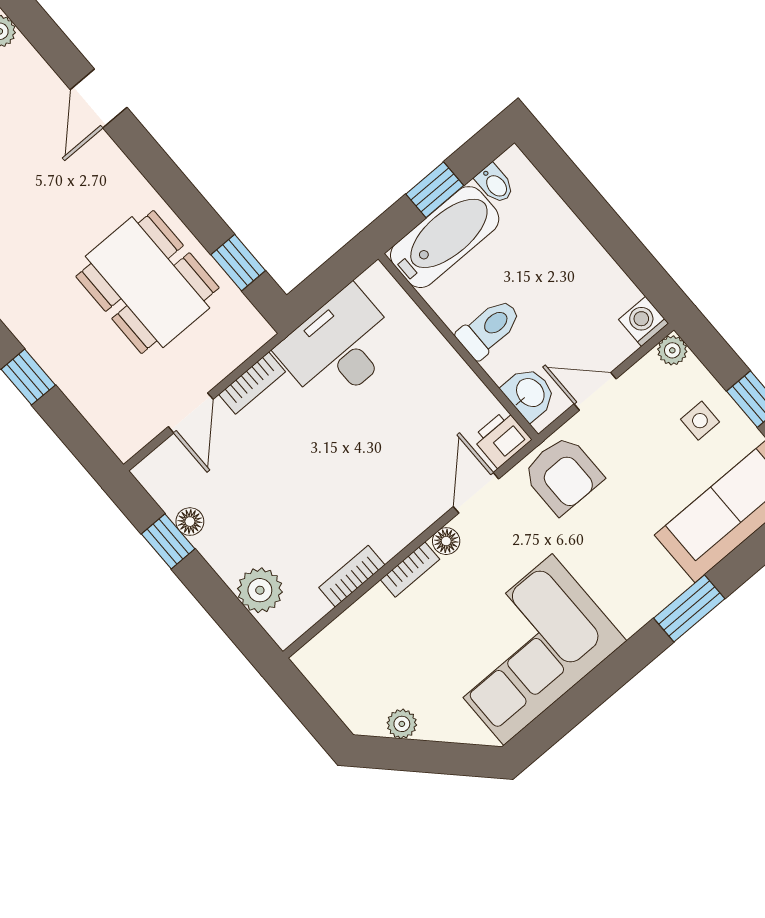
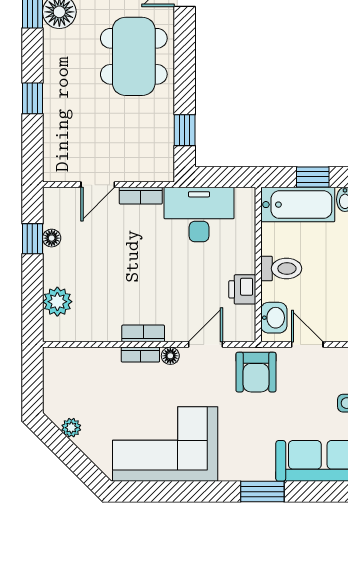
dining table: (148, 282) -> (134, 56), moved
printer: (502, 439) -> (242, 289), moved, turned -90
bookcase: (352, 576) -> (143, 333), moved

